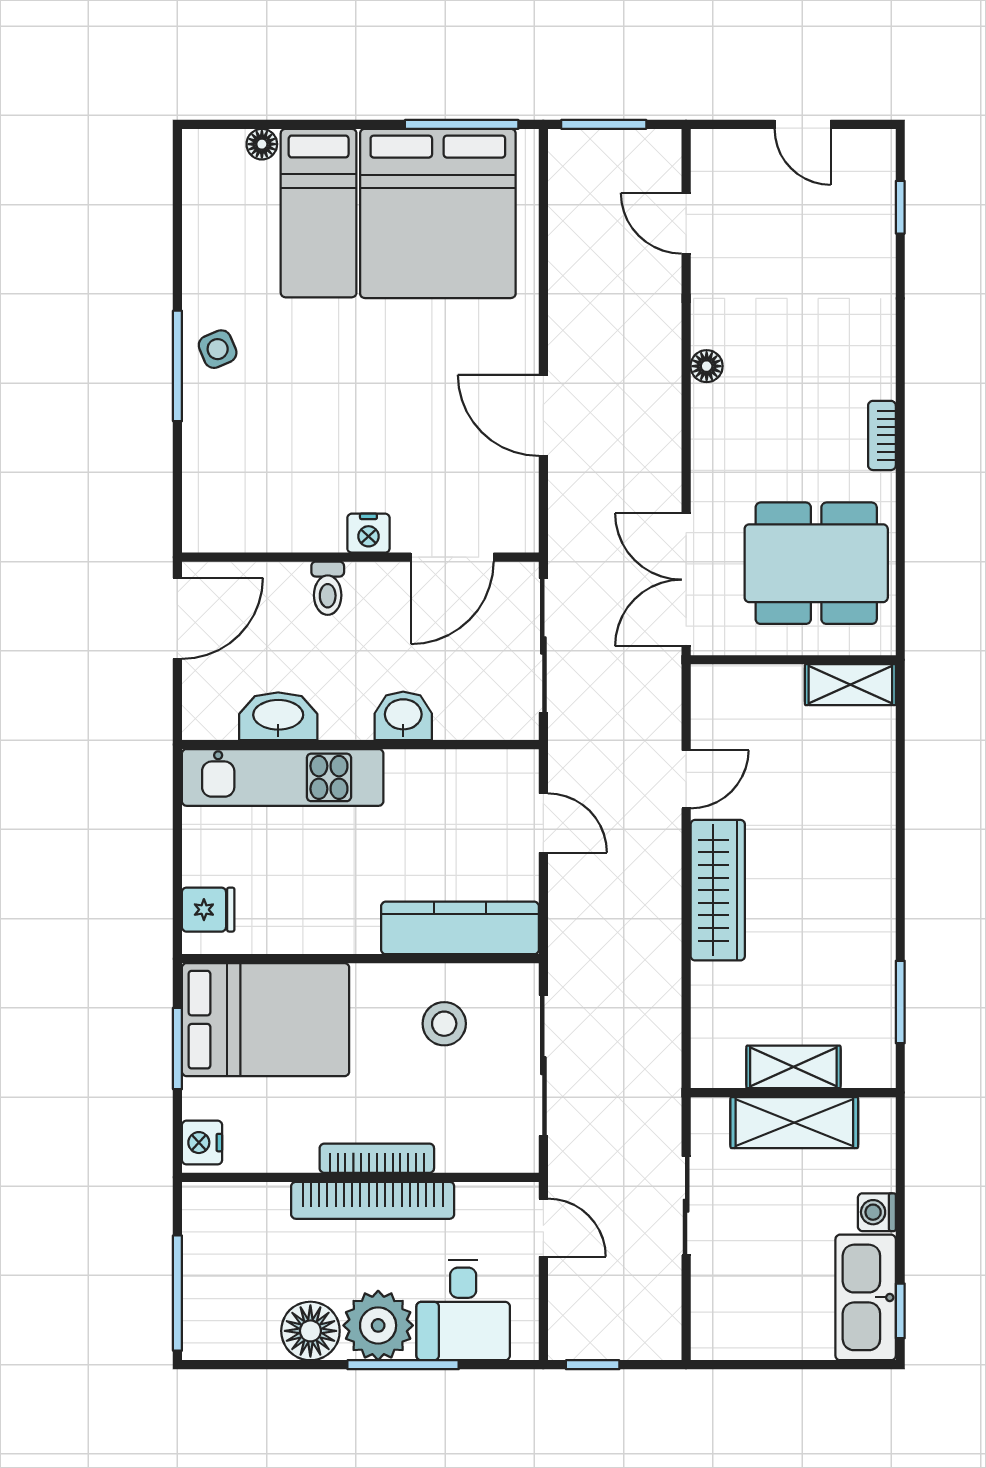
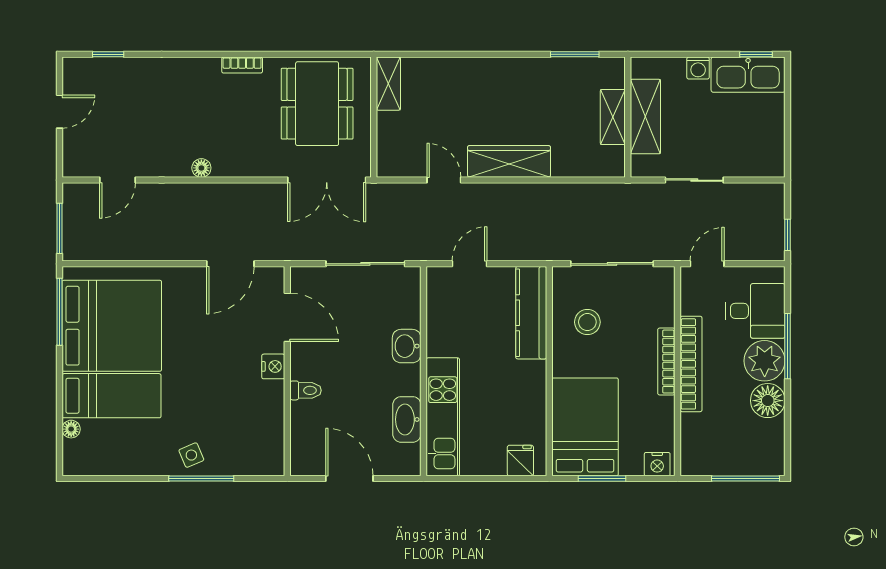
nightstand: (368, 533) -> (273, 366), moved
wall: (360, 557) -> (287, 371), moved
door: (452, 557) -> (287, 317), moved
toilet: (328, 588) -> (306, 390), moved

